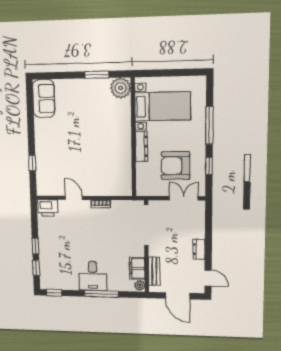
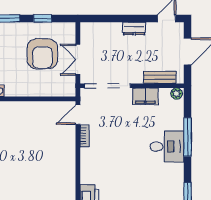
dresser: (141, 146) -> (21, 90), removed
door: (74, 198) -> (78, 115), moved
double door: (184, 198) -> (78, 60), moved
filing cabinet: (137, 268) -> (145, 96), moved

